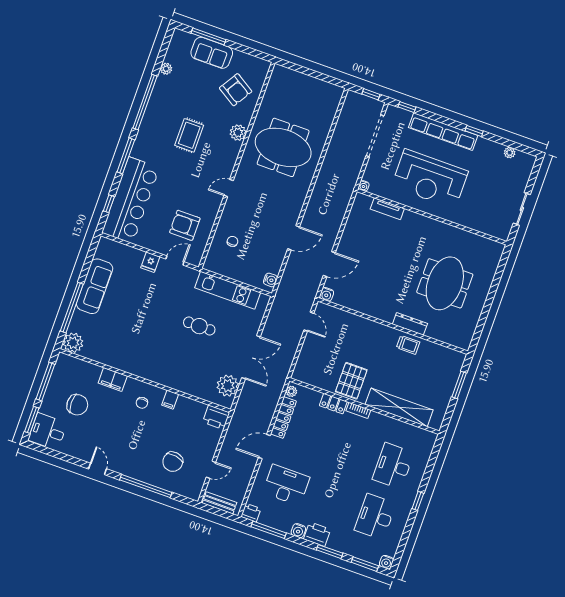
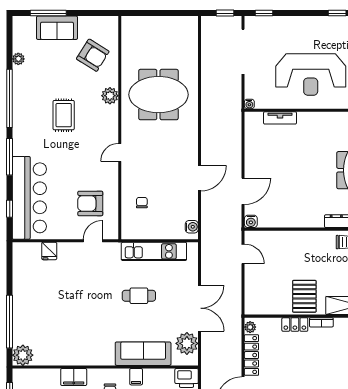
row of seats: (443, 132) -> (307, 24), removed
fridge: (150, 262) -> (49, 251), moved
sofa: (95, 286) -> (143, 354), moved, turned -90

